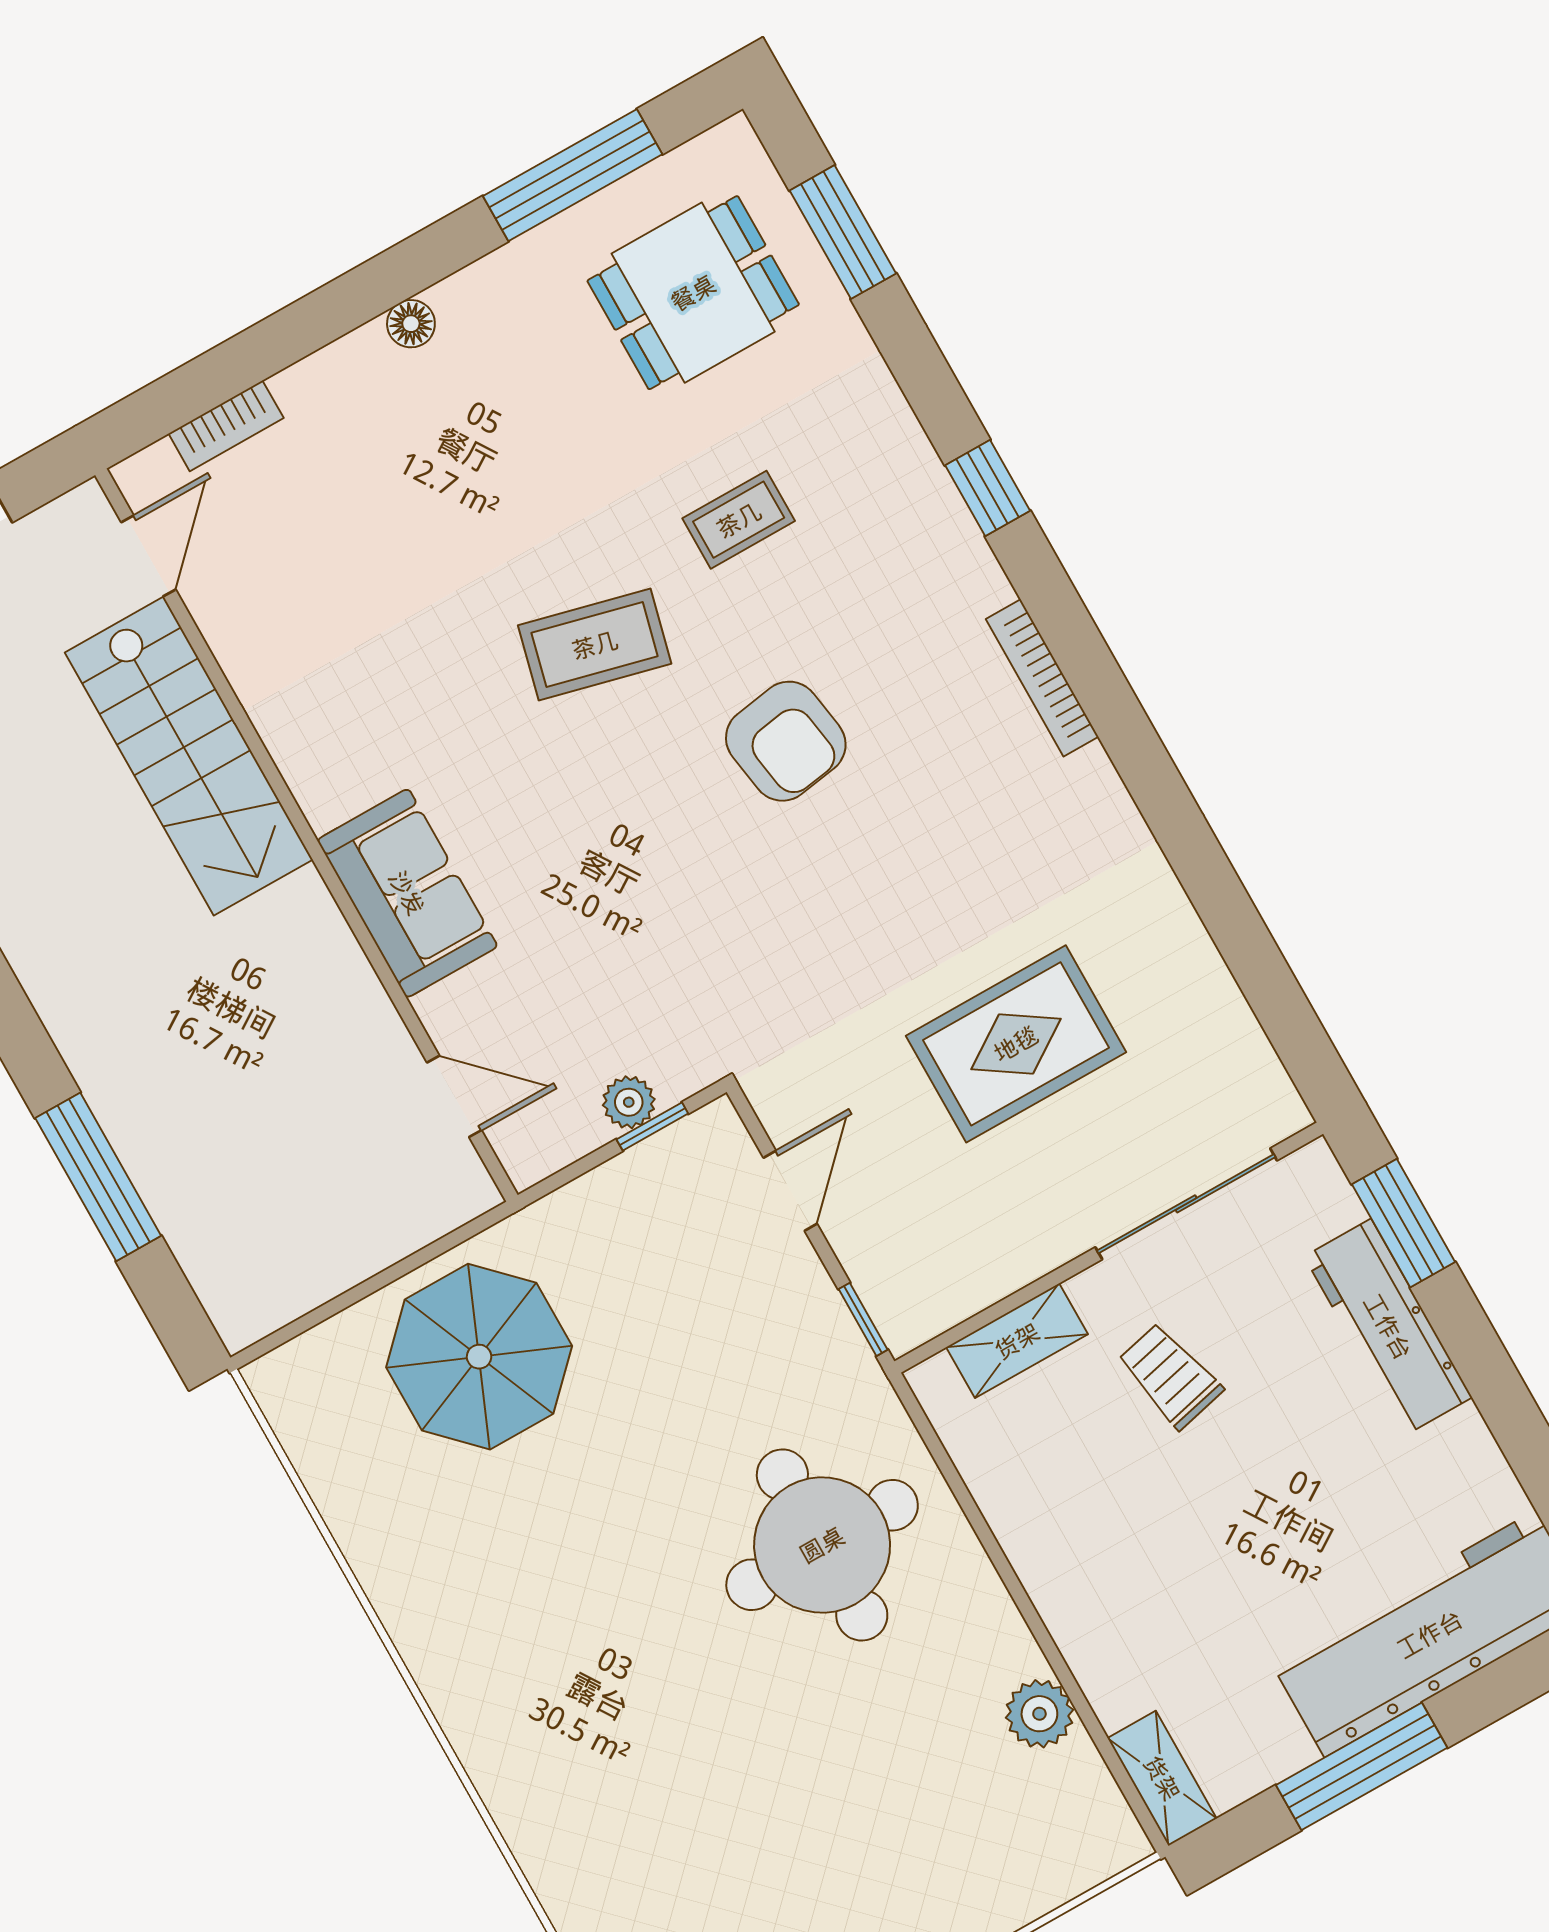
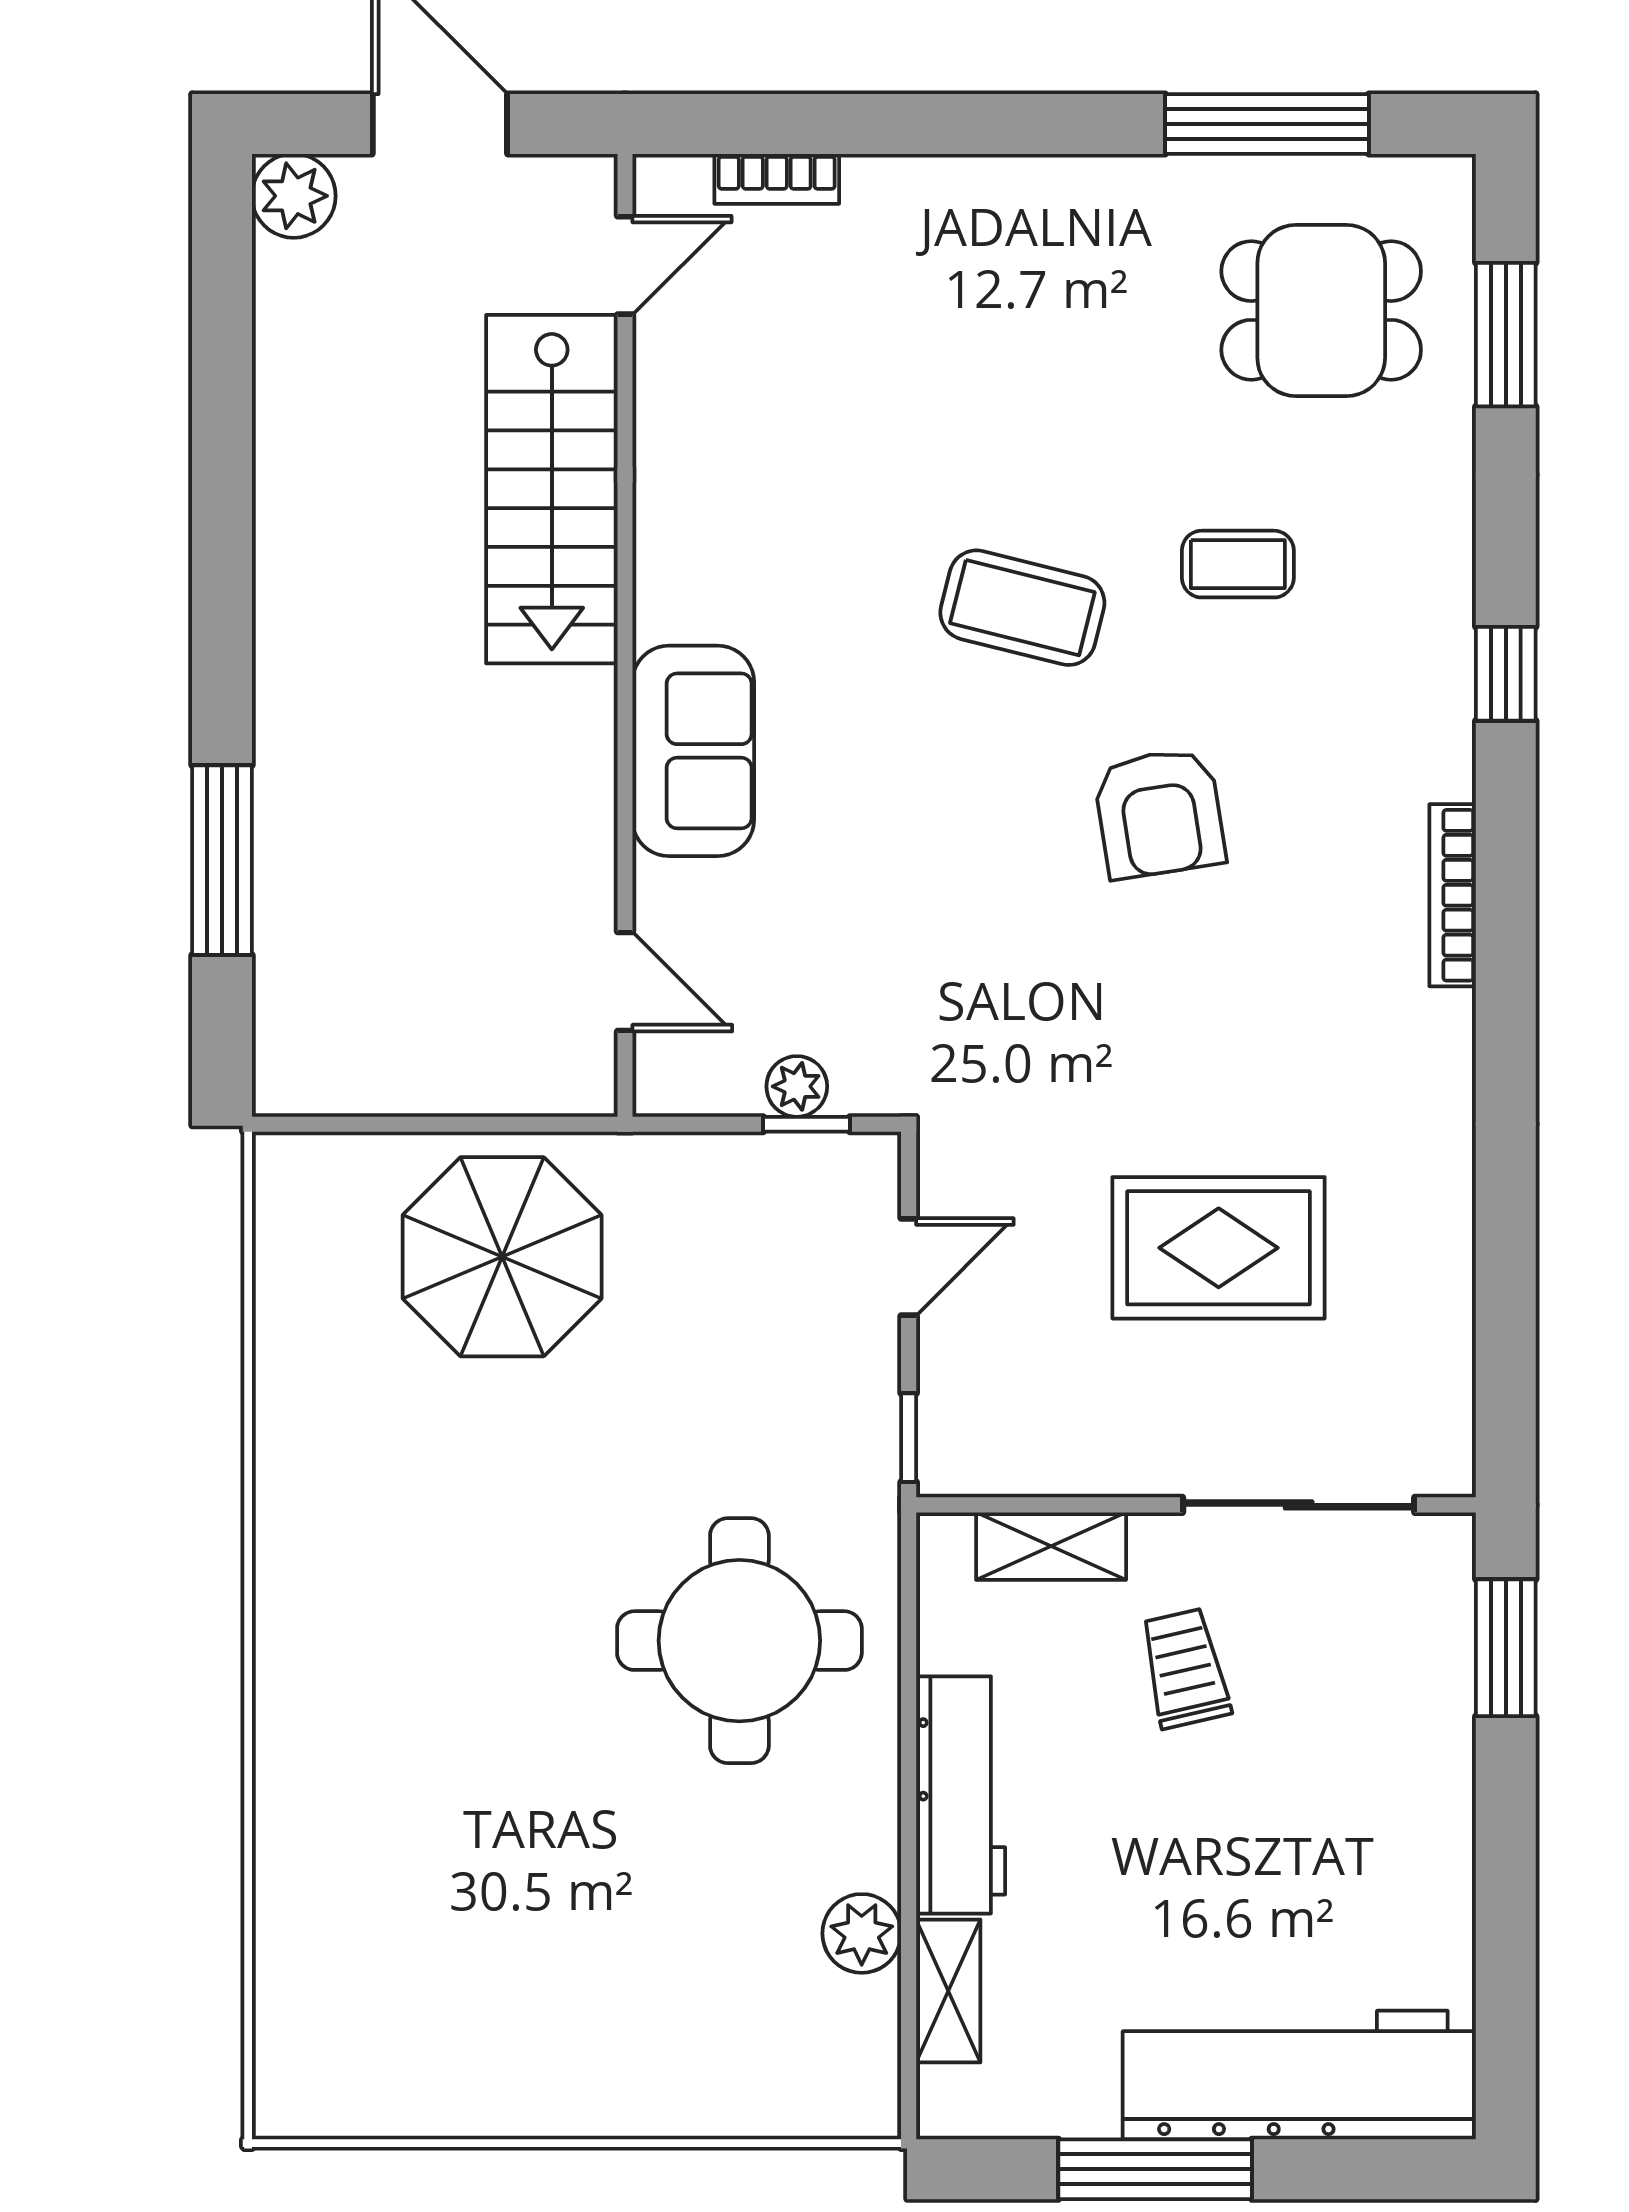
floor lamp: (411, 324) -> (1020, 181), removed
workbench: (1388, 1327) -> (961, 1795), moved, turned 180
shelving: (1162, 1778) -> (948, 1991), moved

